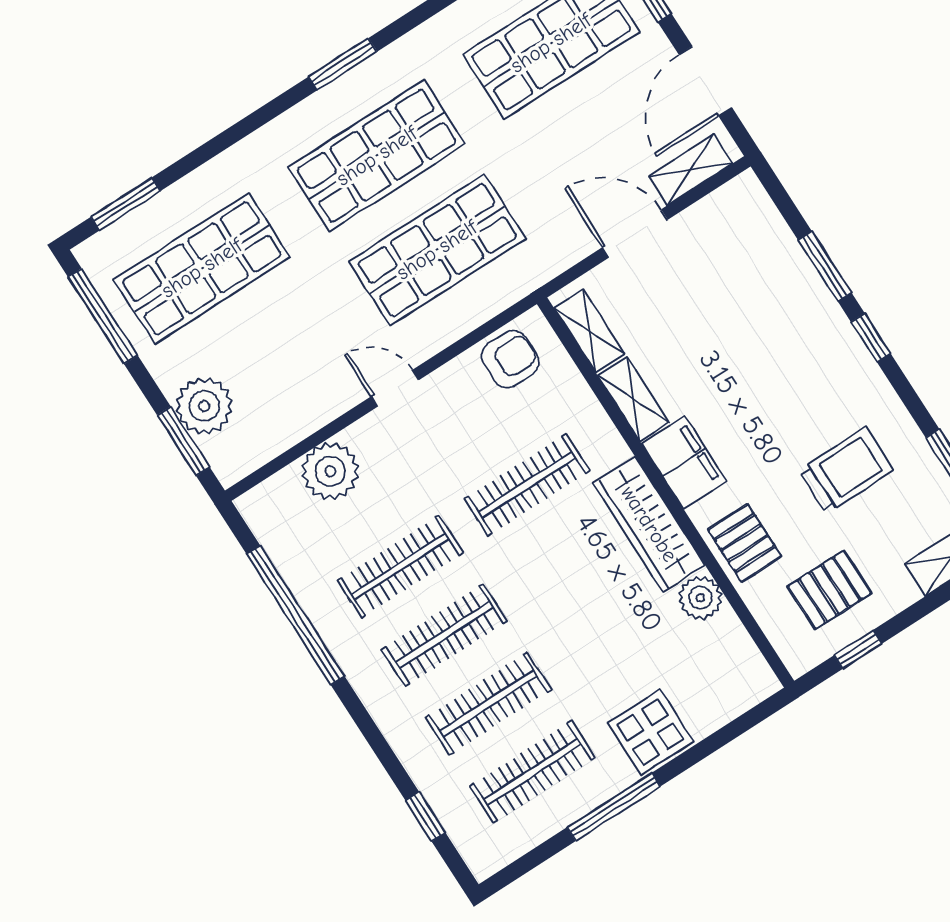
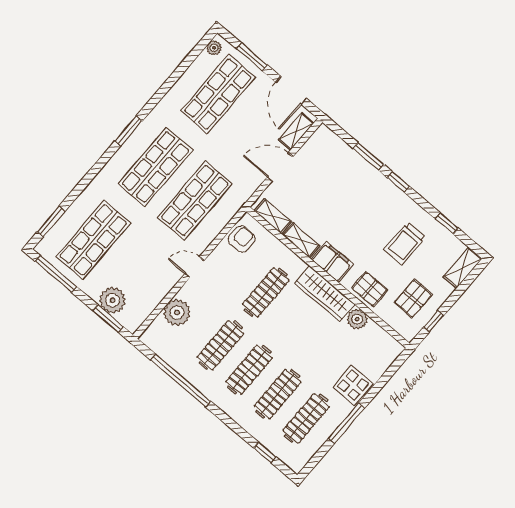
trolley: (846, 470) -> (405, 244), turned 180

